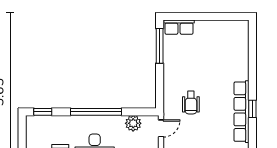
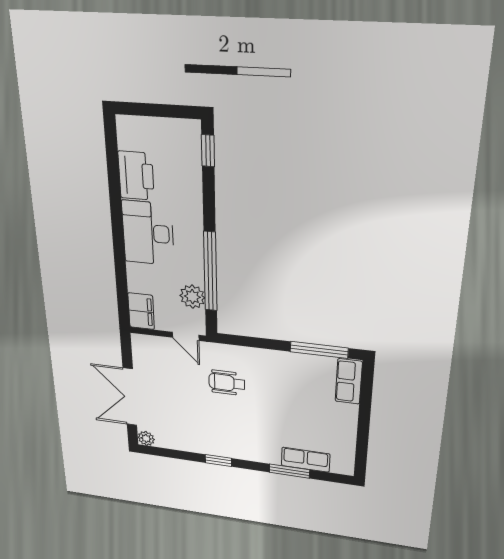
window: (252, 61) -> (289, 471), added
window: (96, 112) -> (210, 272), moved
row of seats: (241, 112) -> (306, 460), moved, width x0.50

